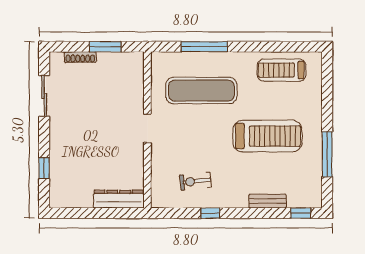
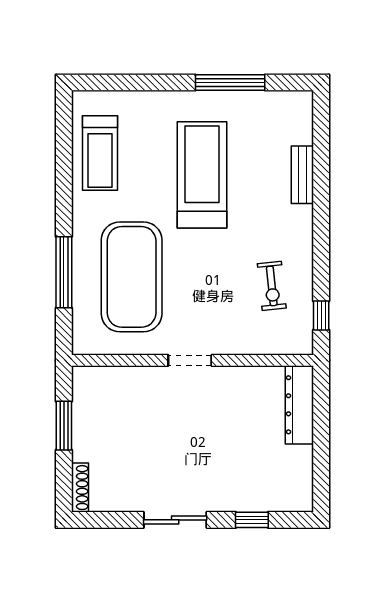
shoe rack: (80, 57) -> (80, 488), moved
exercise mat: (201, 91) -> (132, 277), width x1.47
sliding door: (44, 96) -> (175, 520), moved
window: (210, 213) -> (321, 316), moved
window: (301, 213) -> (321, 123), removed

